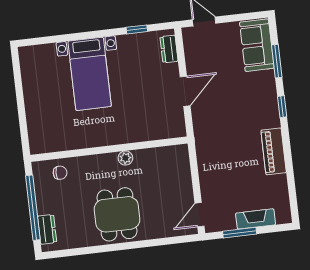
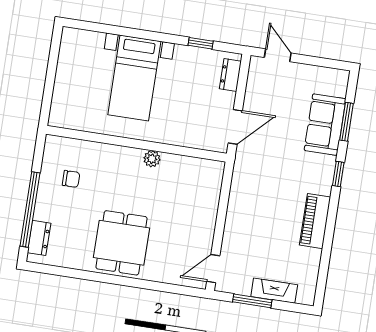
sofa: (257, 45) -> (325, 125), moved
wall: (109, 149) -> (136, 144), moved
plant: (125, 158) -> (152, 159), moved

